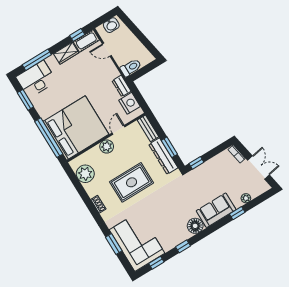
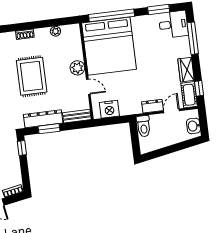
desk: (36, 79) -> (173, 24), width x0.73
dresser: (121, 86) -> (153, 106), moved
plant: (85, 174) -> (55, 31), width x0.53, depth x0.53

